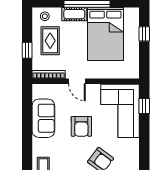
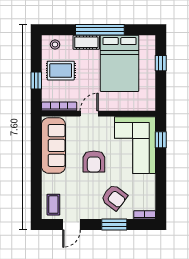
rug: (50, 41) -> (61, 71), turned 90
door: (77, 81) -> (89, 114), swing flipped
sofa: (43, 118) -> (53, 145), width x1.36

